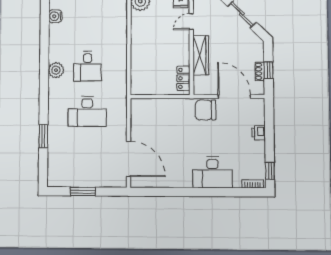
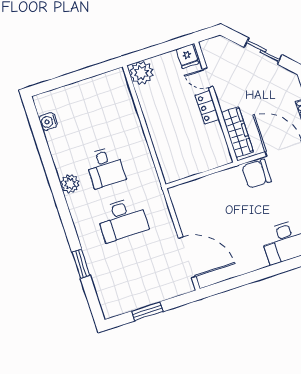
door: (191, 22) -> (208, 78), hinge flipped
wardrobe: (201, 55) -> (237, 132), moved
locker: (183, 78) -> (207, 107), moved

